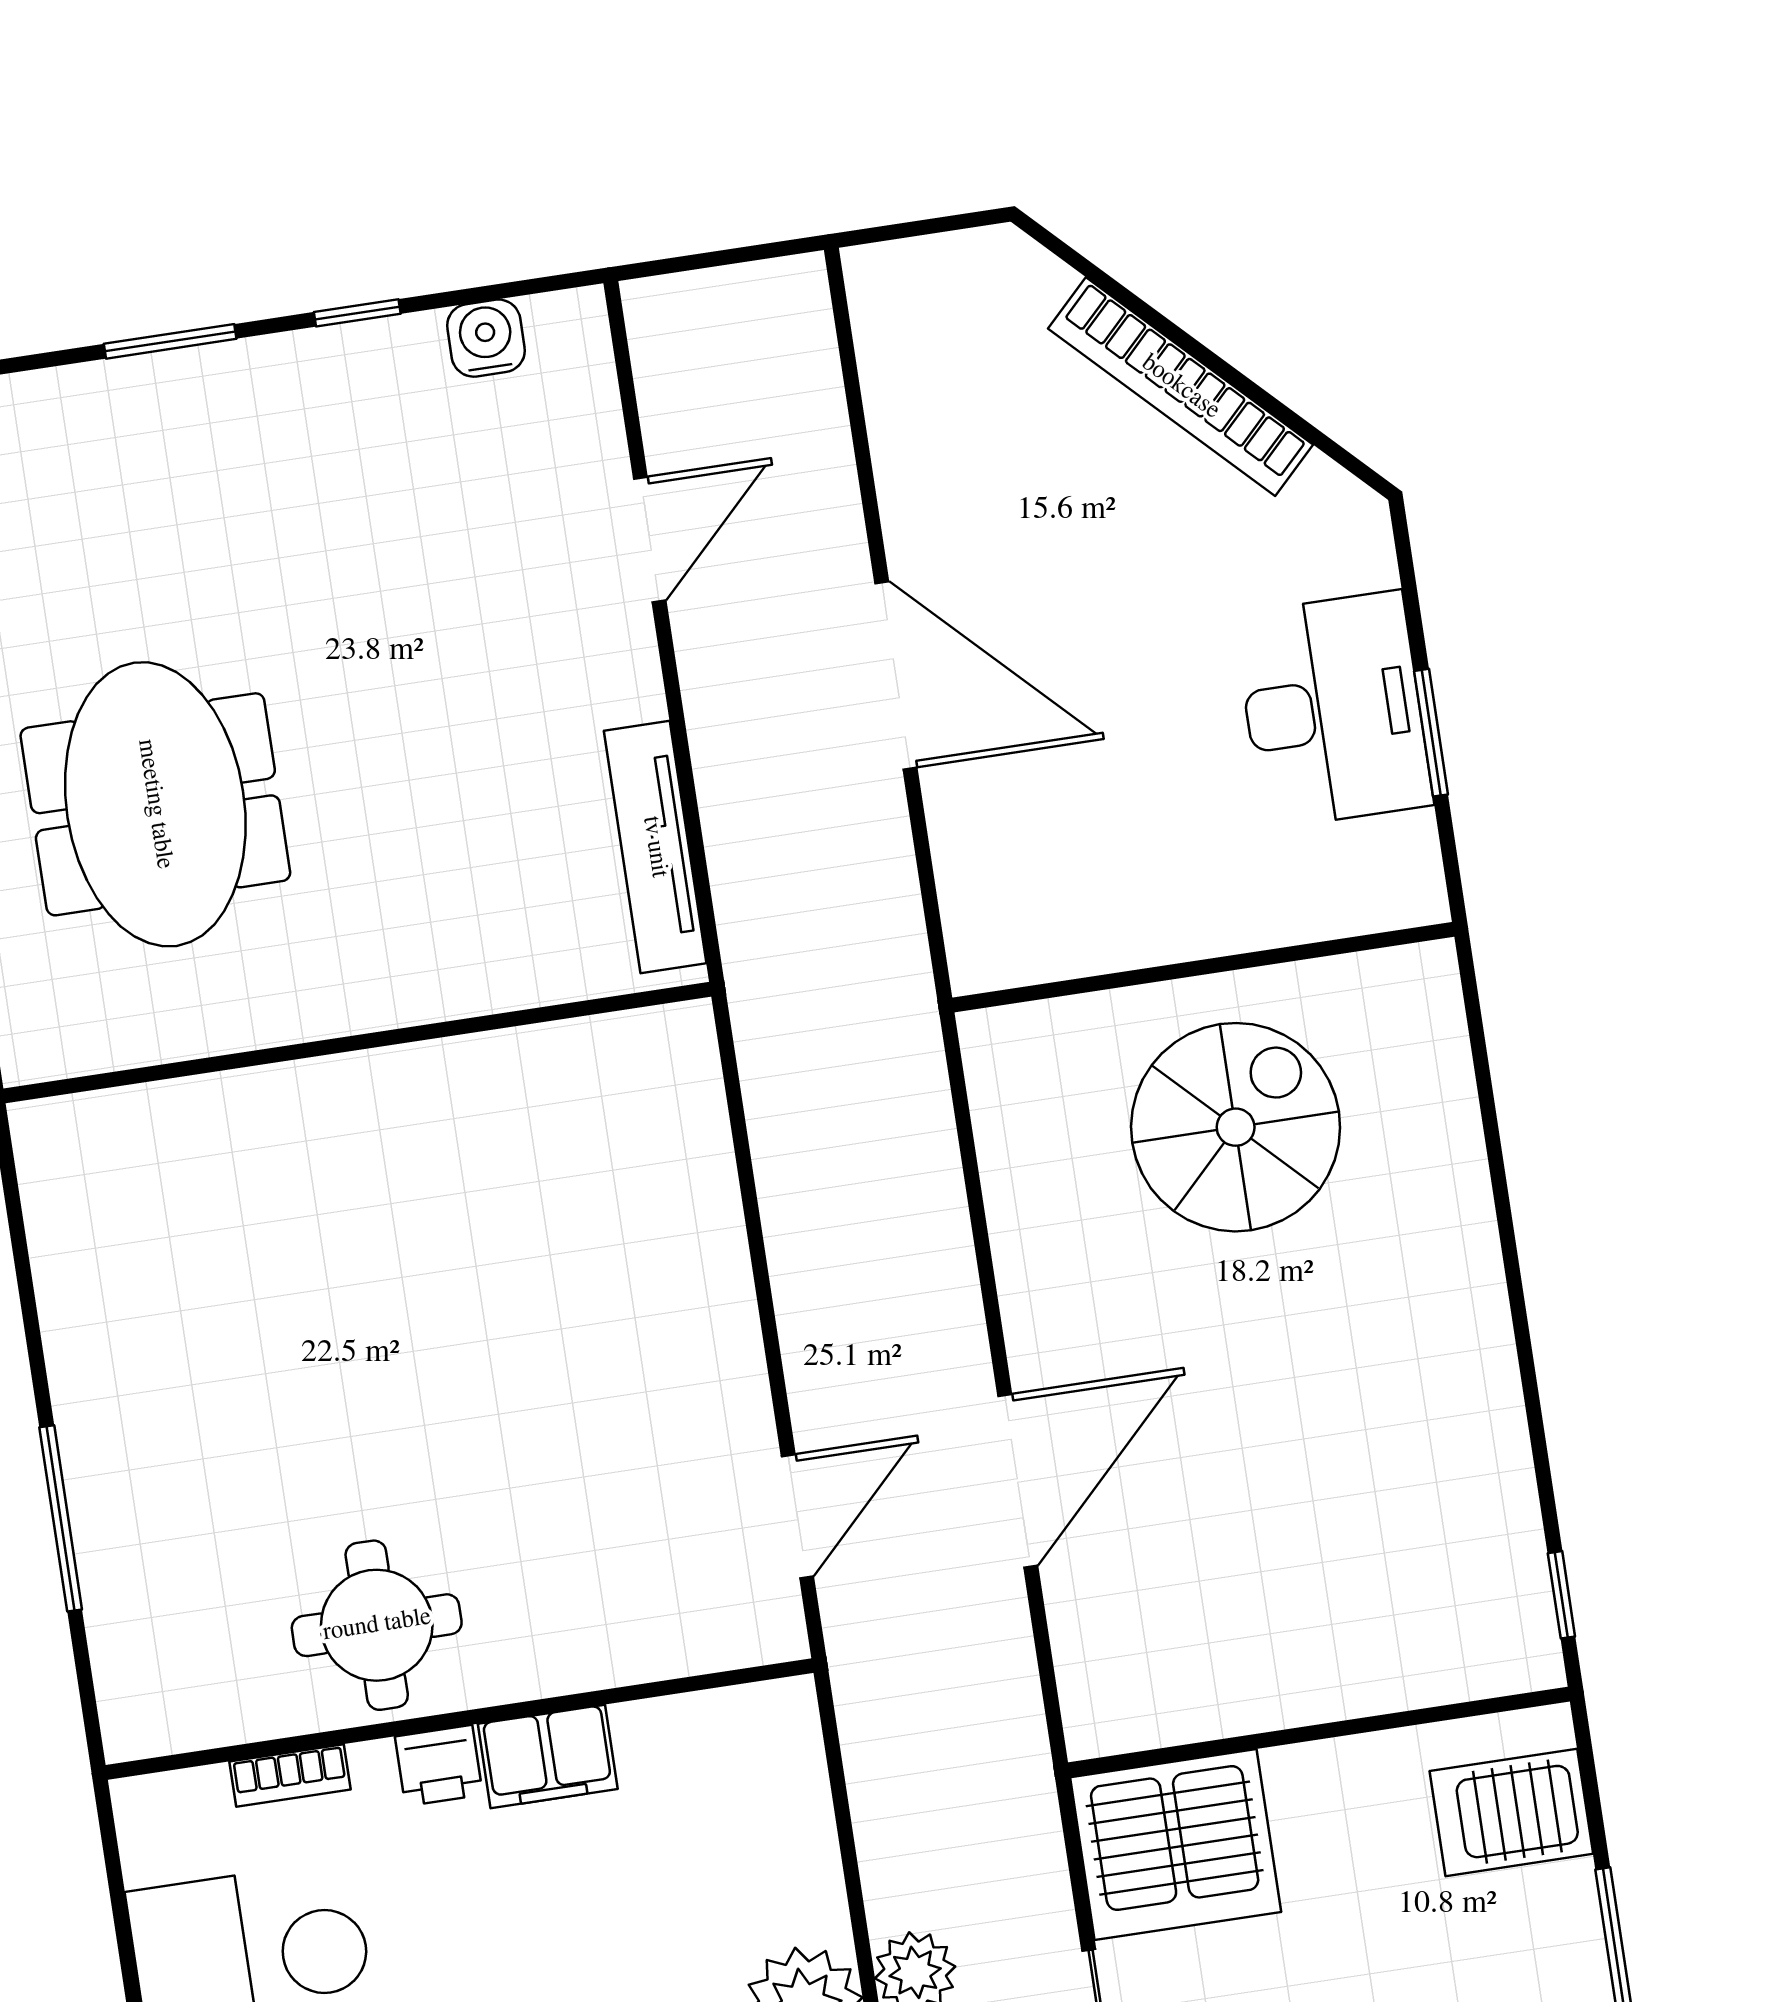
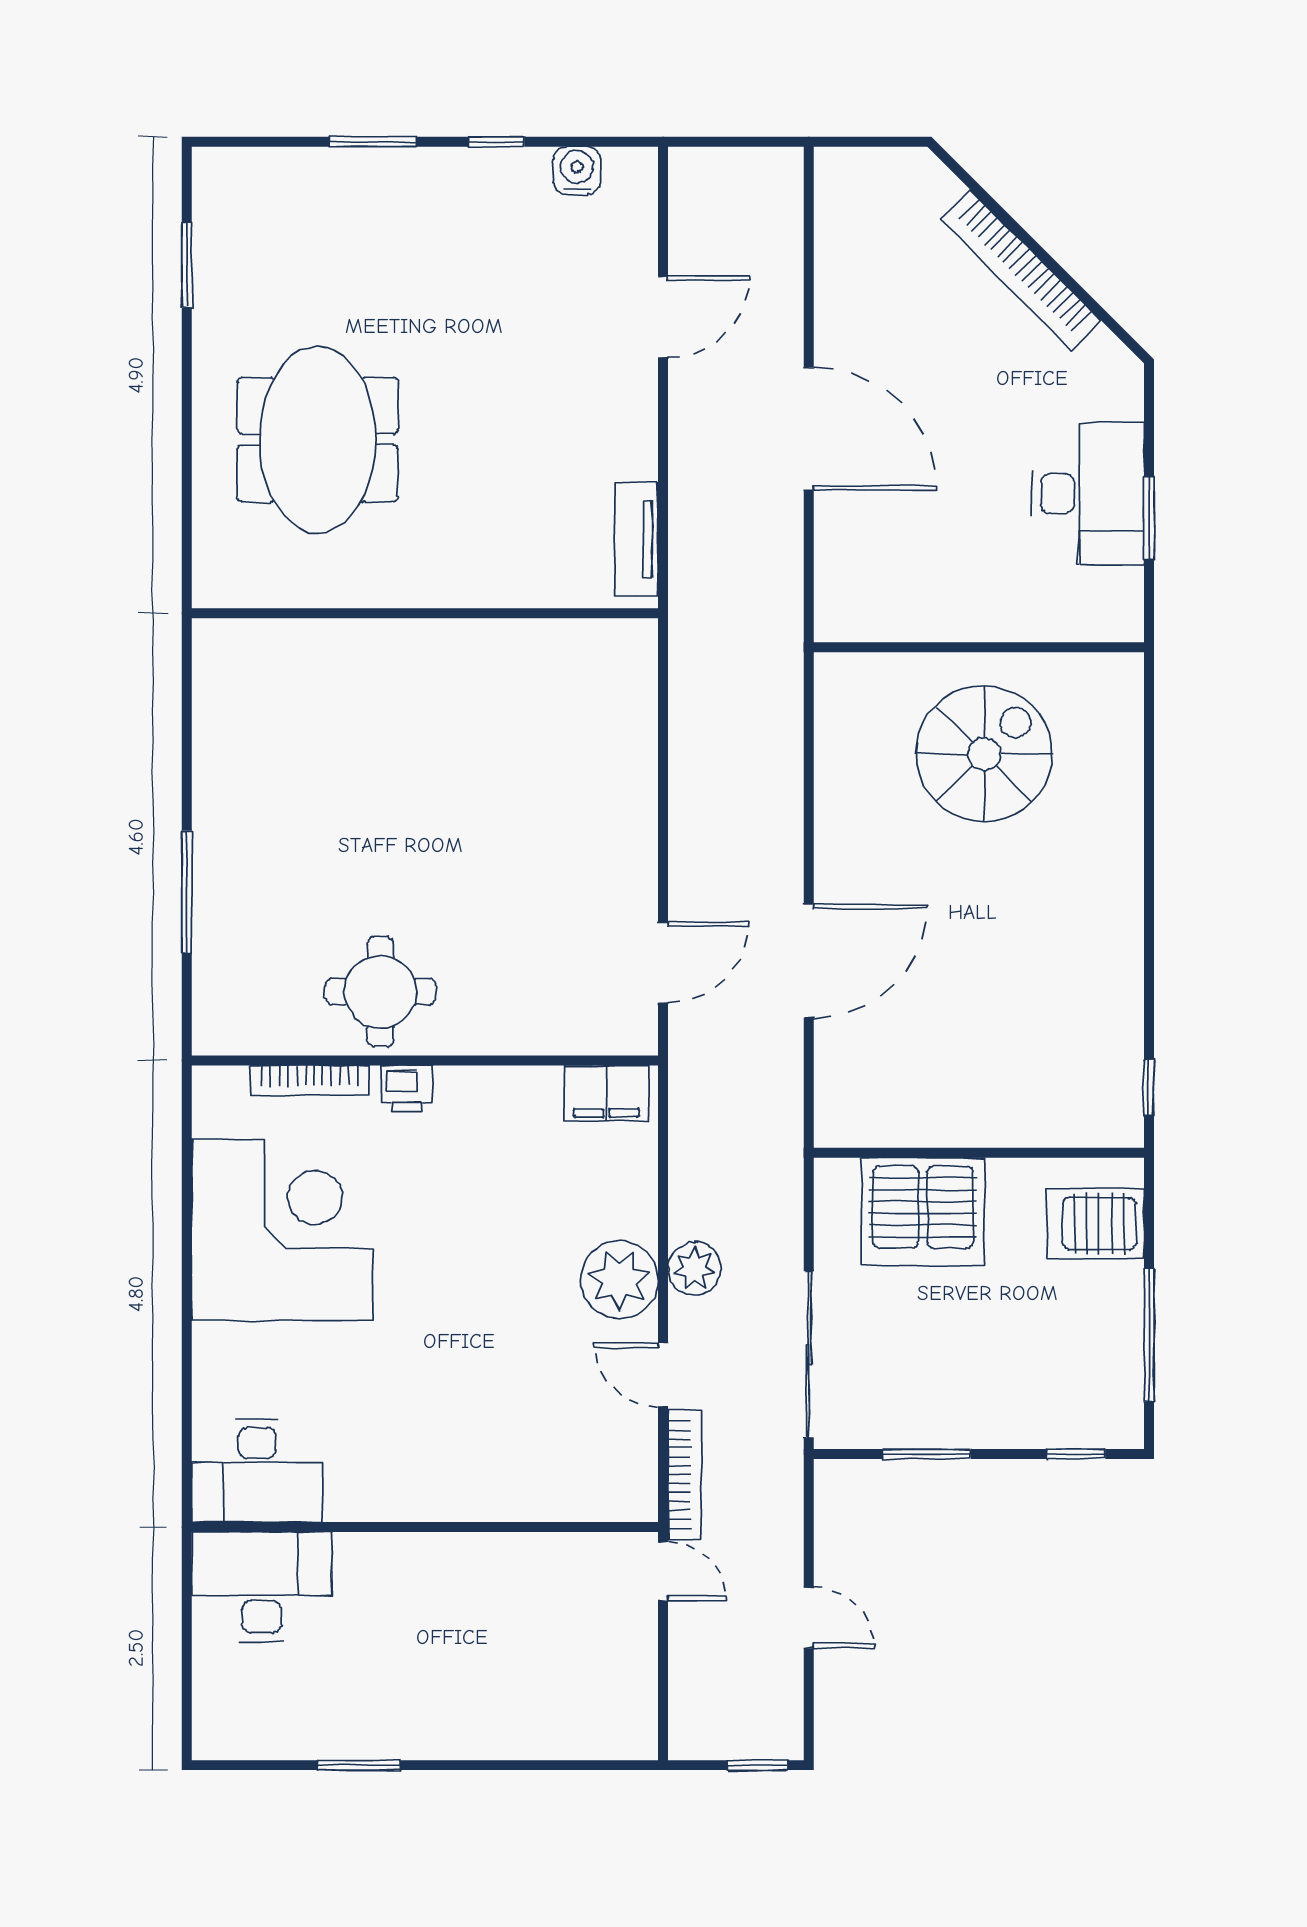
tv unit: (655, 847) -> (636, 539), width x0.71
filing cabinet: (548, 1756) -> (606, 1093), moved
bookcase: (290, 1776) -> (310, 1080), width x1.56
server rack: (1176, 1845) -> (923, 1212), moved

